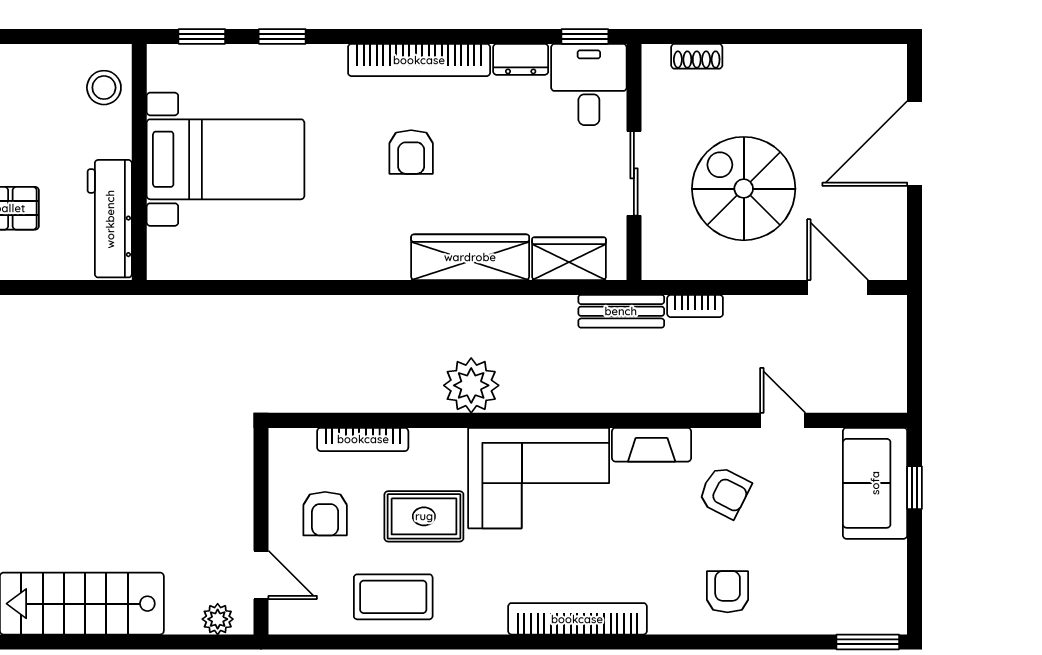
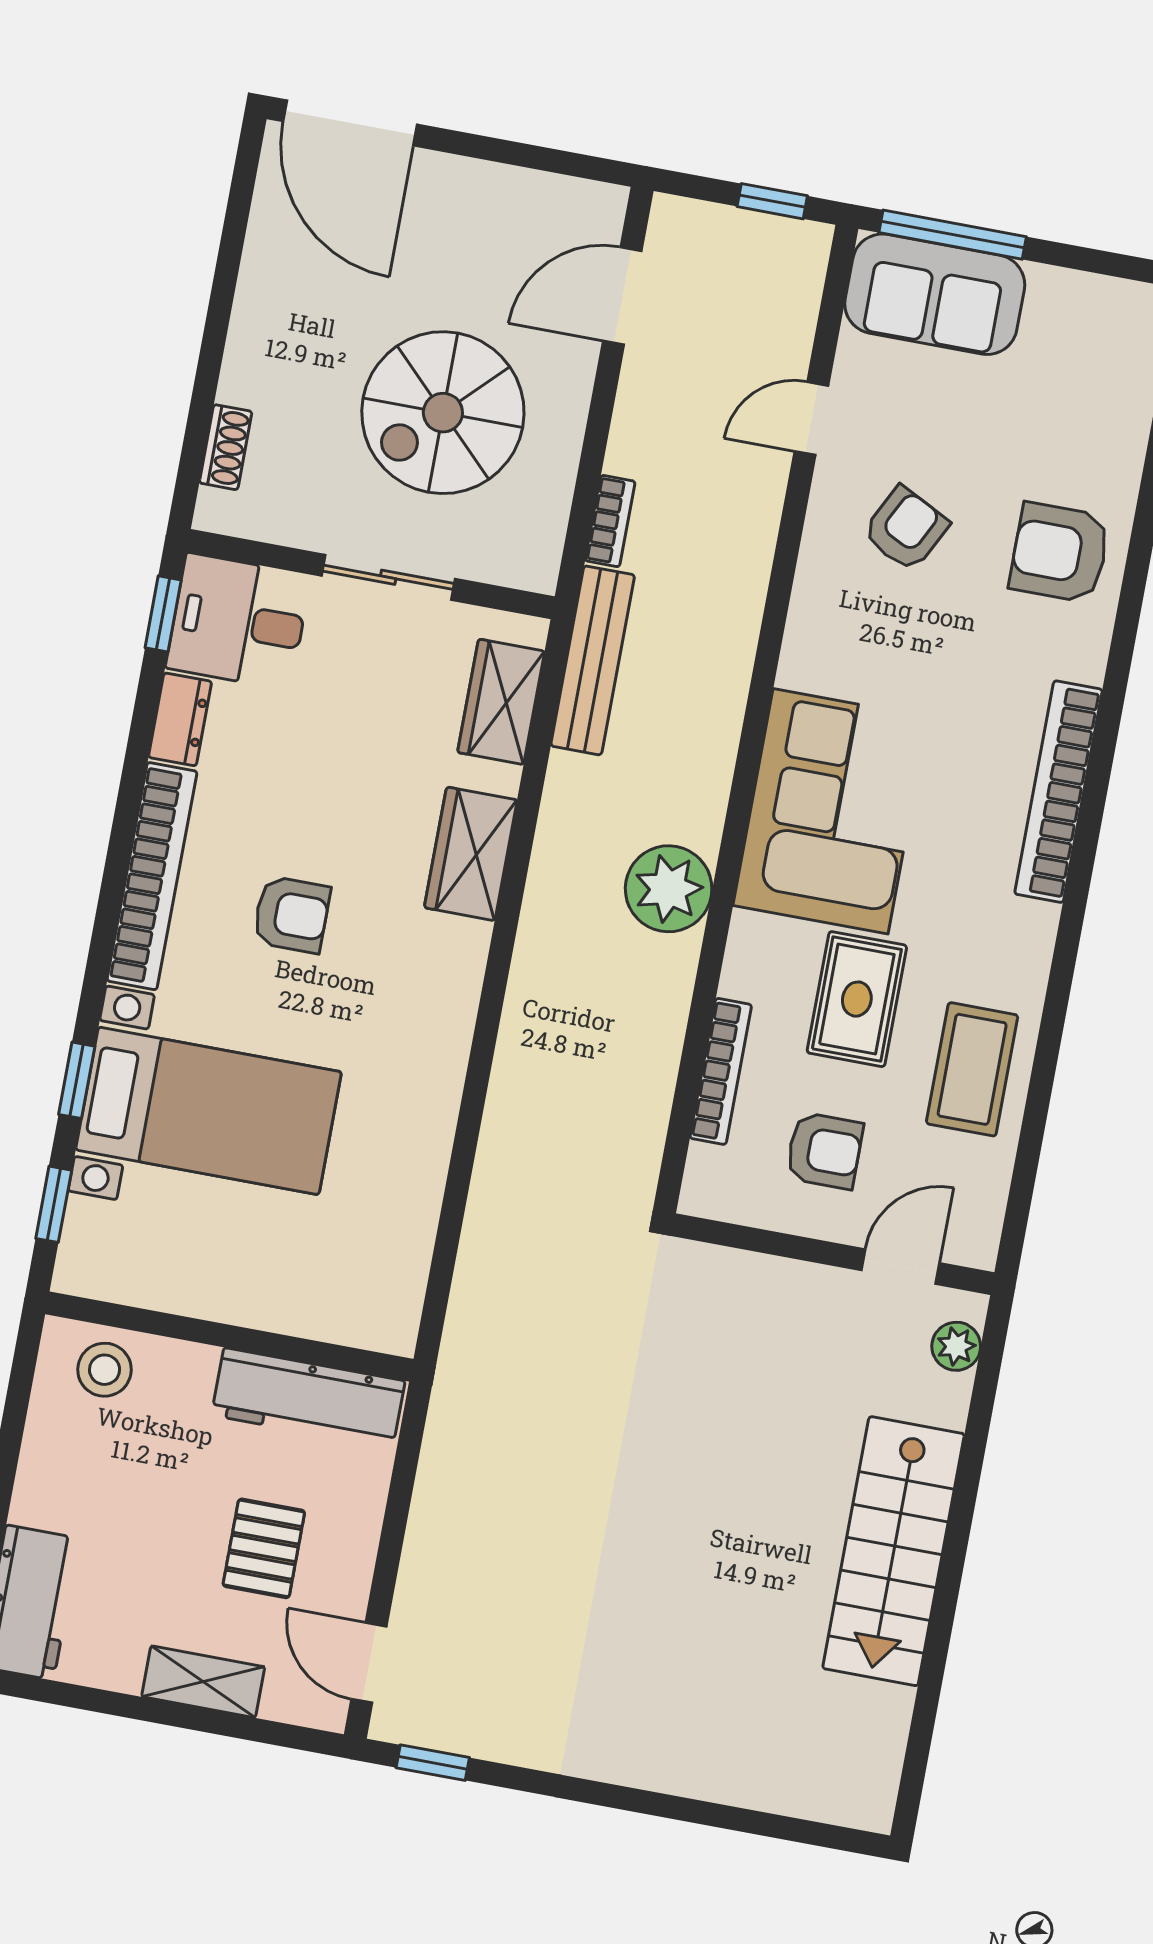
door: (915, 144) -> (350, 123), moved
bed with nightstands: (226, 159) -> (209, 1111), moved, turned 90
wardrobe: (470, 257) -> (471, 854), width x0.67
bench: (621, 311) -> (593, 660), width x1.36
window: (915, 371) -> (772, 201), added
fireplace: (652, 445) -> (811, 628), removed
window: (915, 488) -> (953, 235), width x2.17
armchair: (728, 592) -> (1060, 553), width x1.38, depth x1.38

